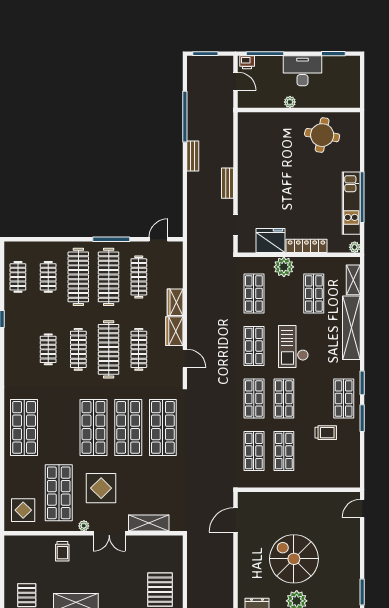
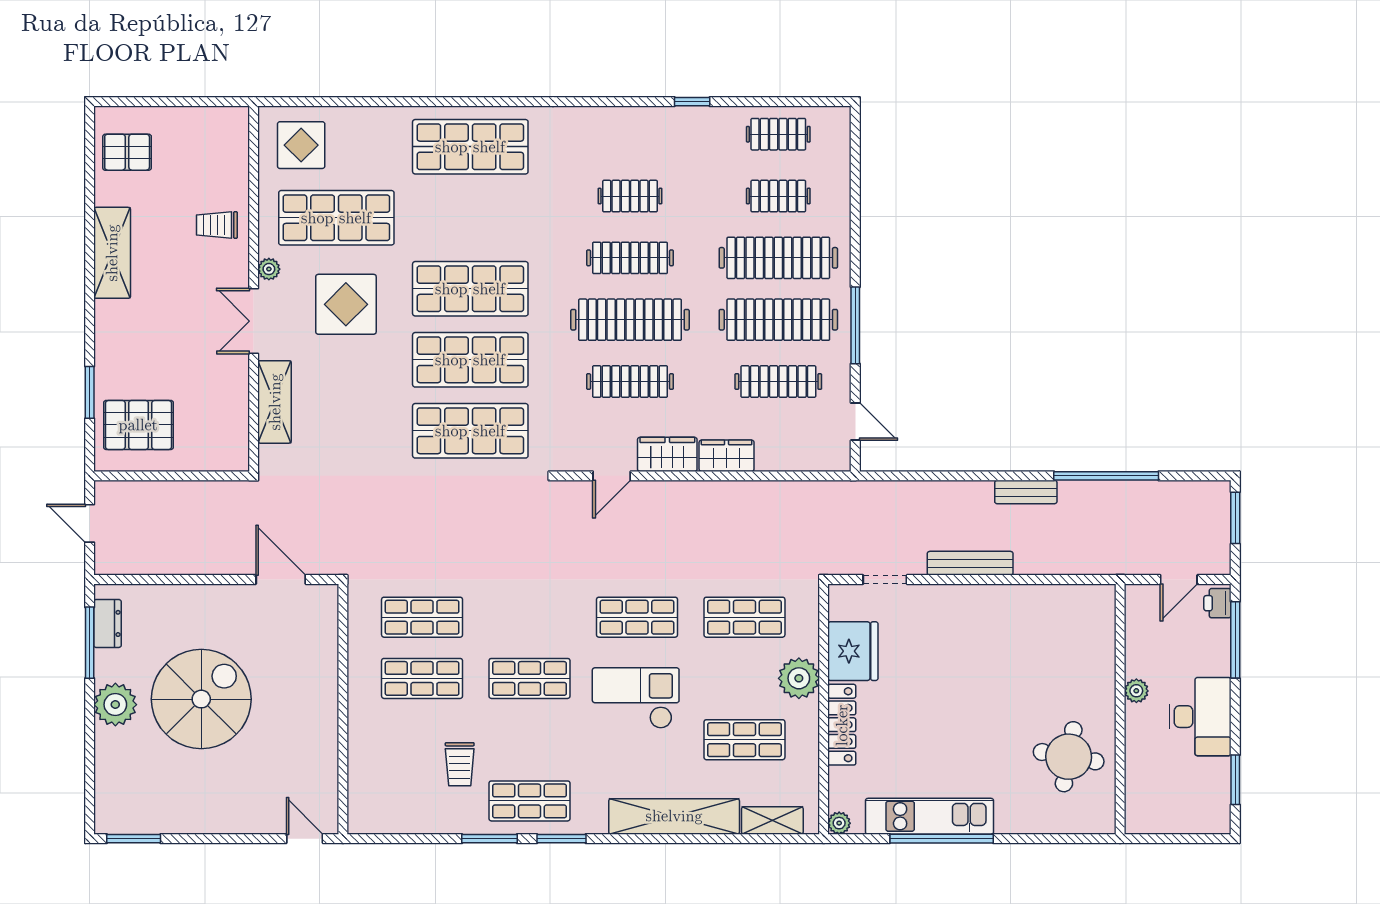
bench: (228, 183) -> (970, 563), width x1.36
shop shelf: (254, 398) -> (530, 617), removed

